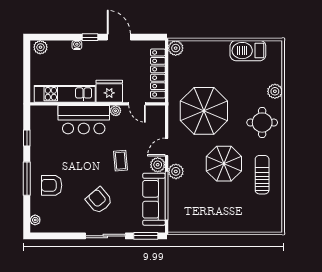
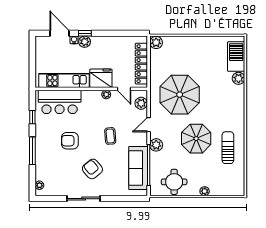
door: (119, 37) -> (59, 33), moved
plant: (40, 47) -> (85, 42), moved
barbecue: (248, 51) -> (236, 57), moved, turned 90
bar counter: (84, 120) -> (60, 102), moved
round table: (262, 123) -> (174, 182), moved
plant: (158, 165) -> (141, 103), moved
armchair: (52, 185) -> (70, 141), moved
plant: (234, 227) -> (205, 191), added
sliding door: (105, 236) -> (84, 199), moved
window: (146, 236) -> (131, 199), removed

